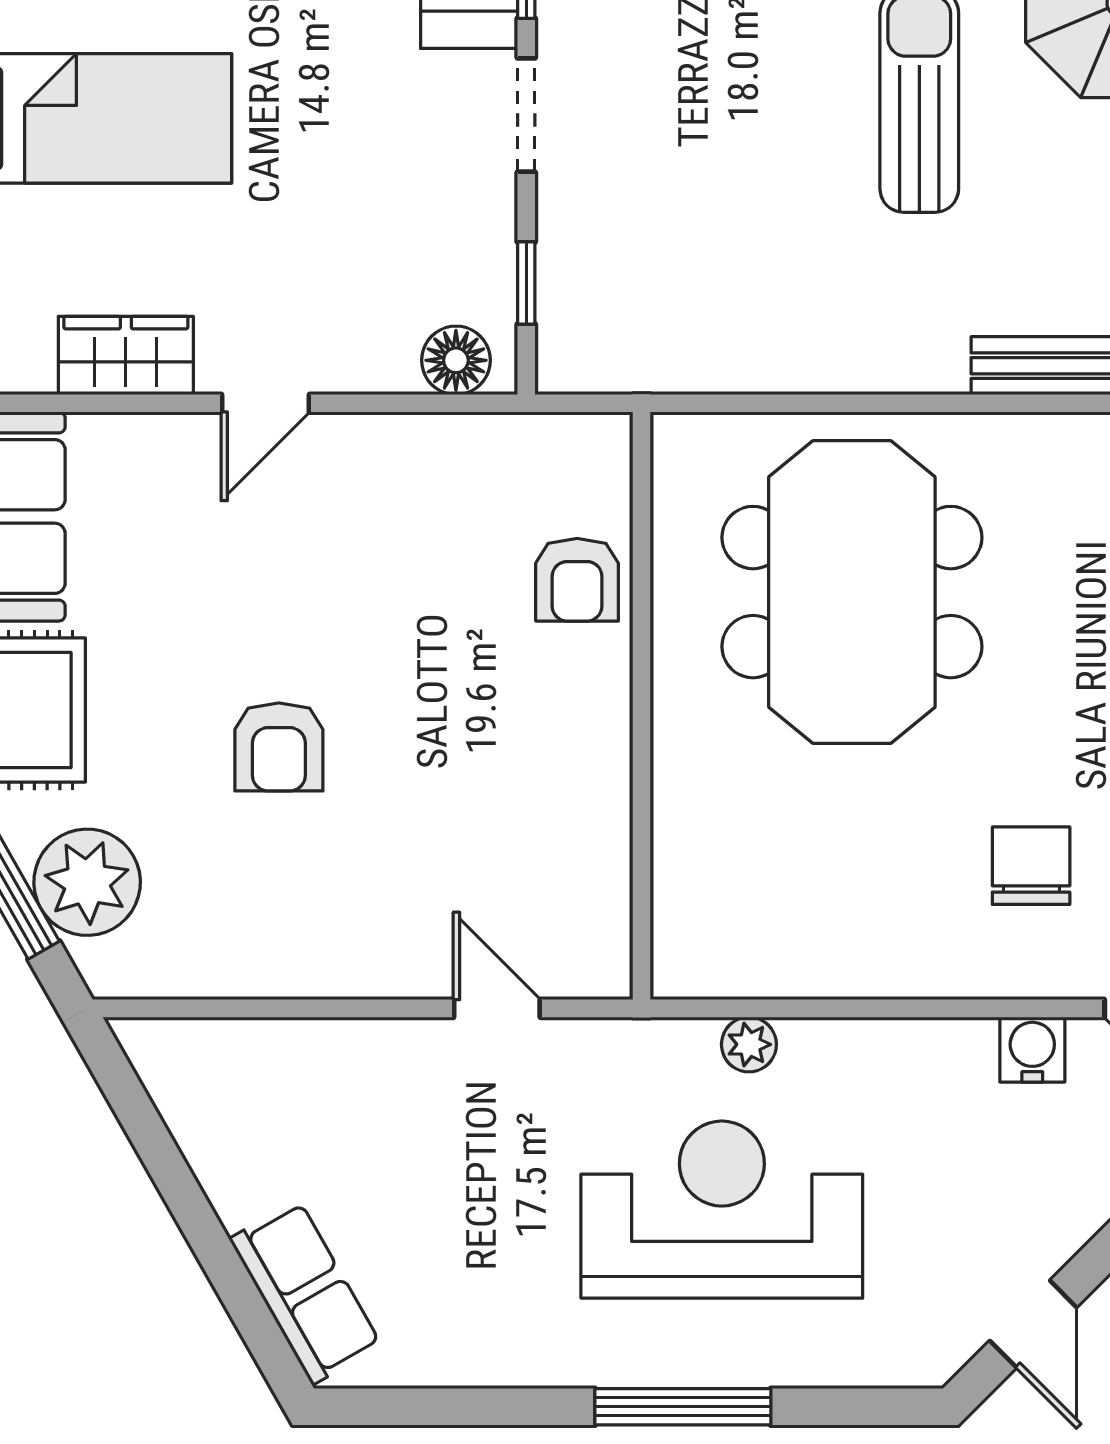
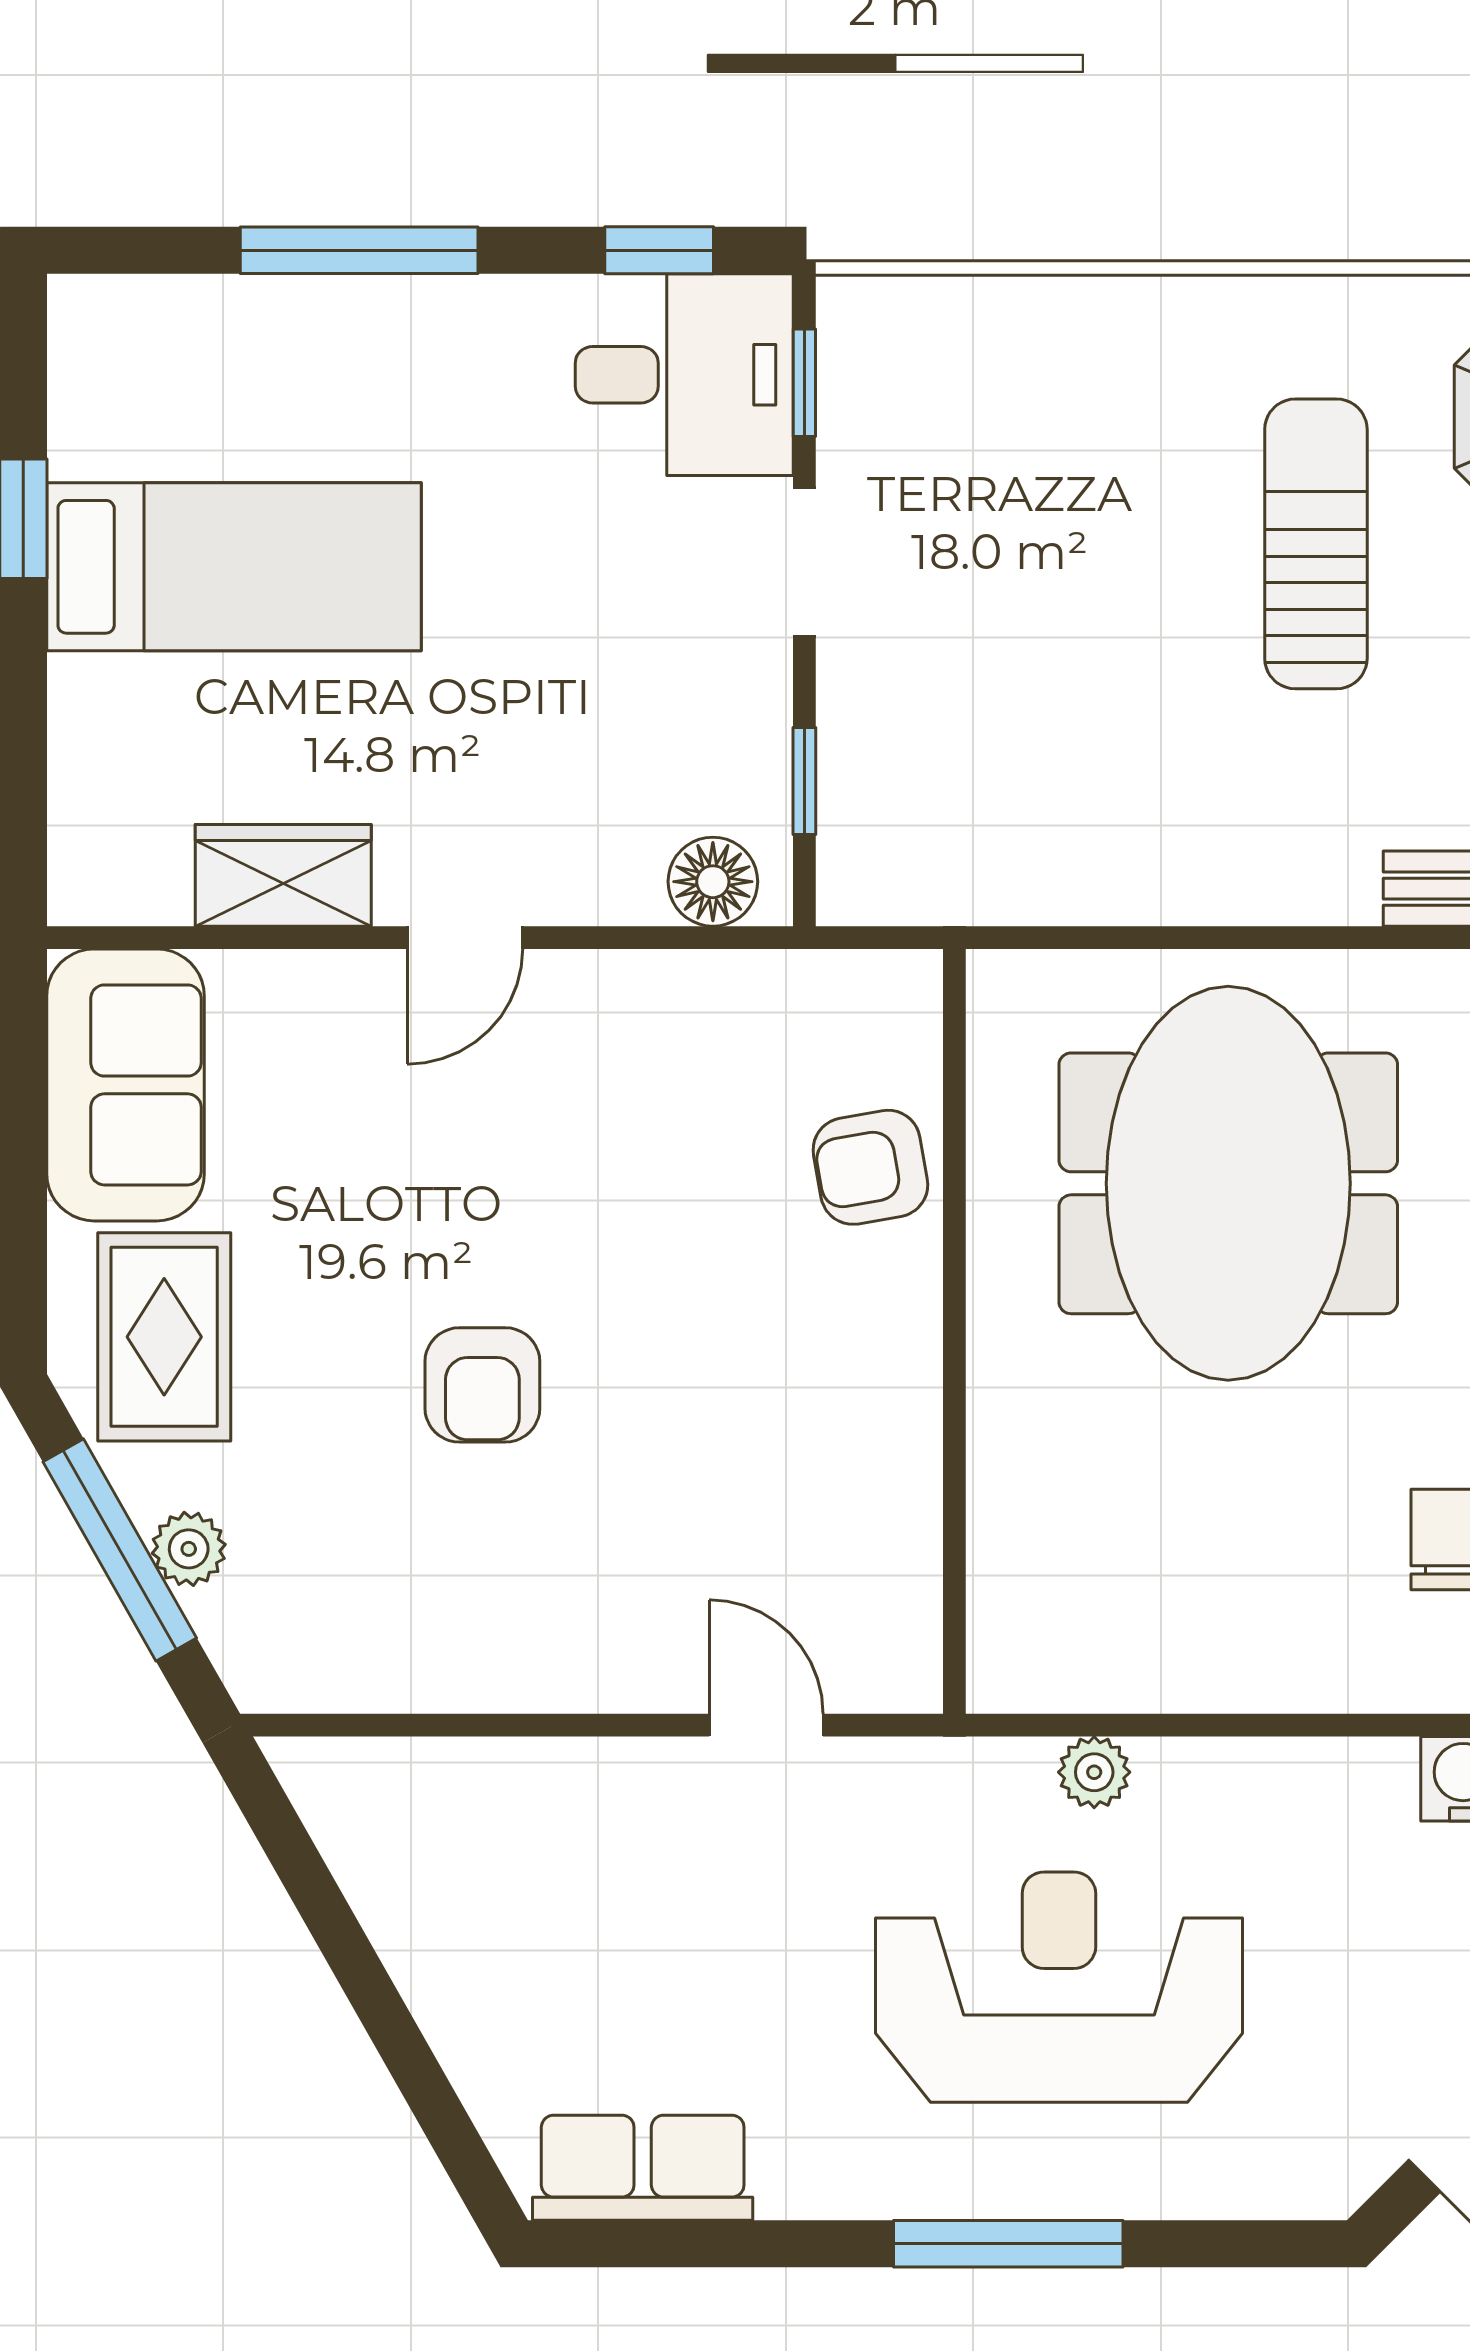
armchair: (577, 580) -> (870, 1167), turned 80
plant: (87, 882) -> (189, 1549), width x0.53, depth x0.53
row of seats: (305, 1292) -> (643, 2168), moved, turned -60

